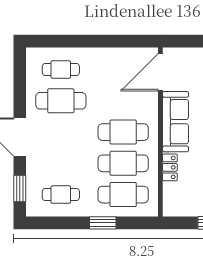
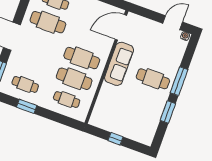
locker: (170, 167) -> (104, 93), removed
cafe table: (123, 195) -> (67, 100), width x0.73, depth x0.74
window: (103, 223) -> (27, 106), moved

